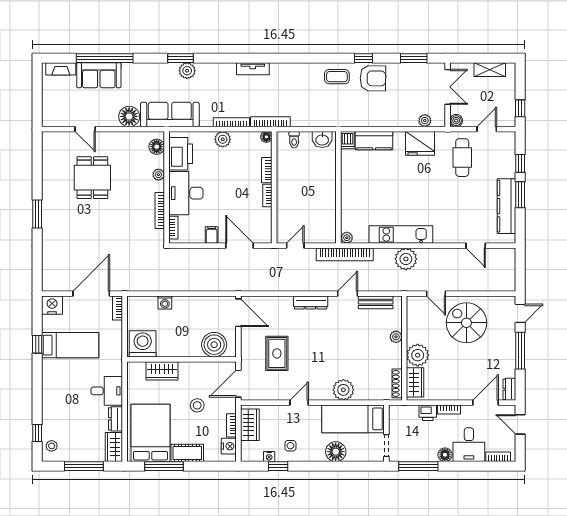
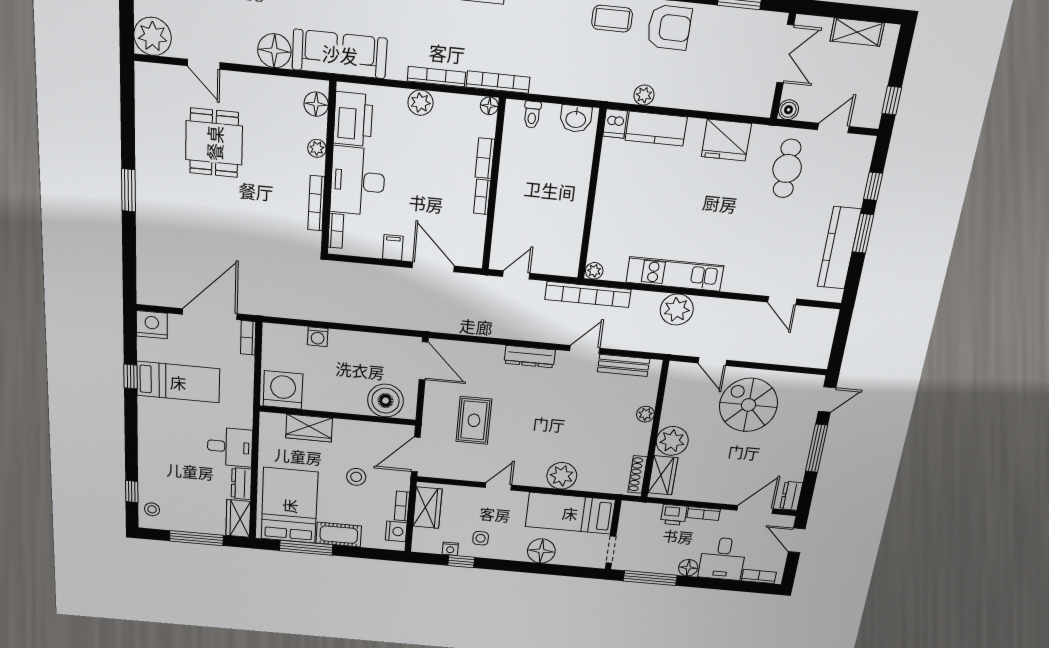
plant: (53, 115) -> (153, 36), added
plant: (425, 121) -> (644, 95), moved

